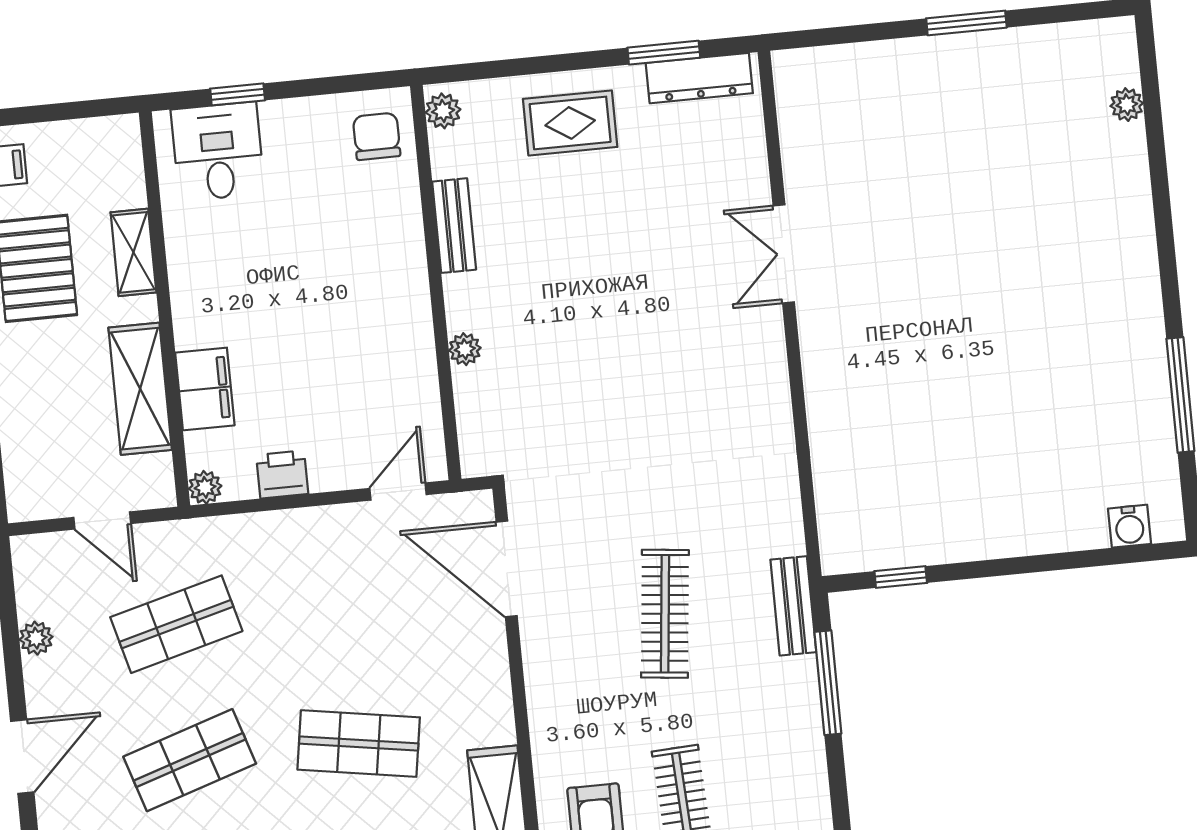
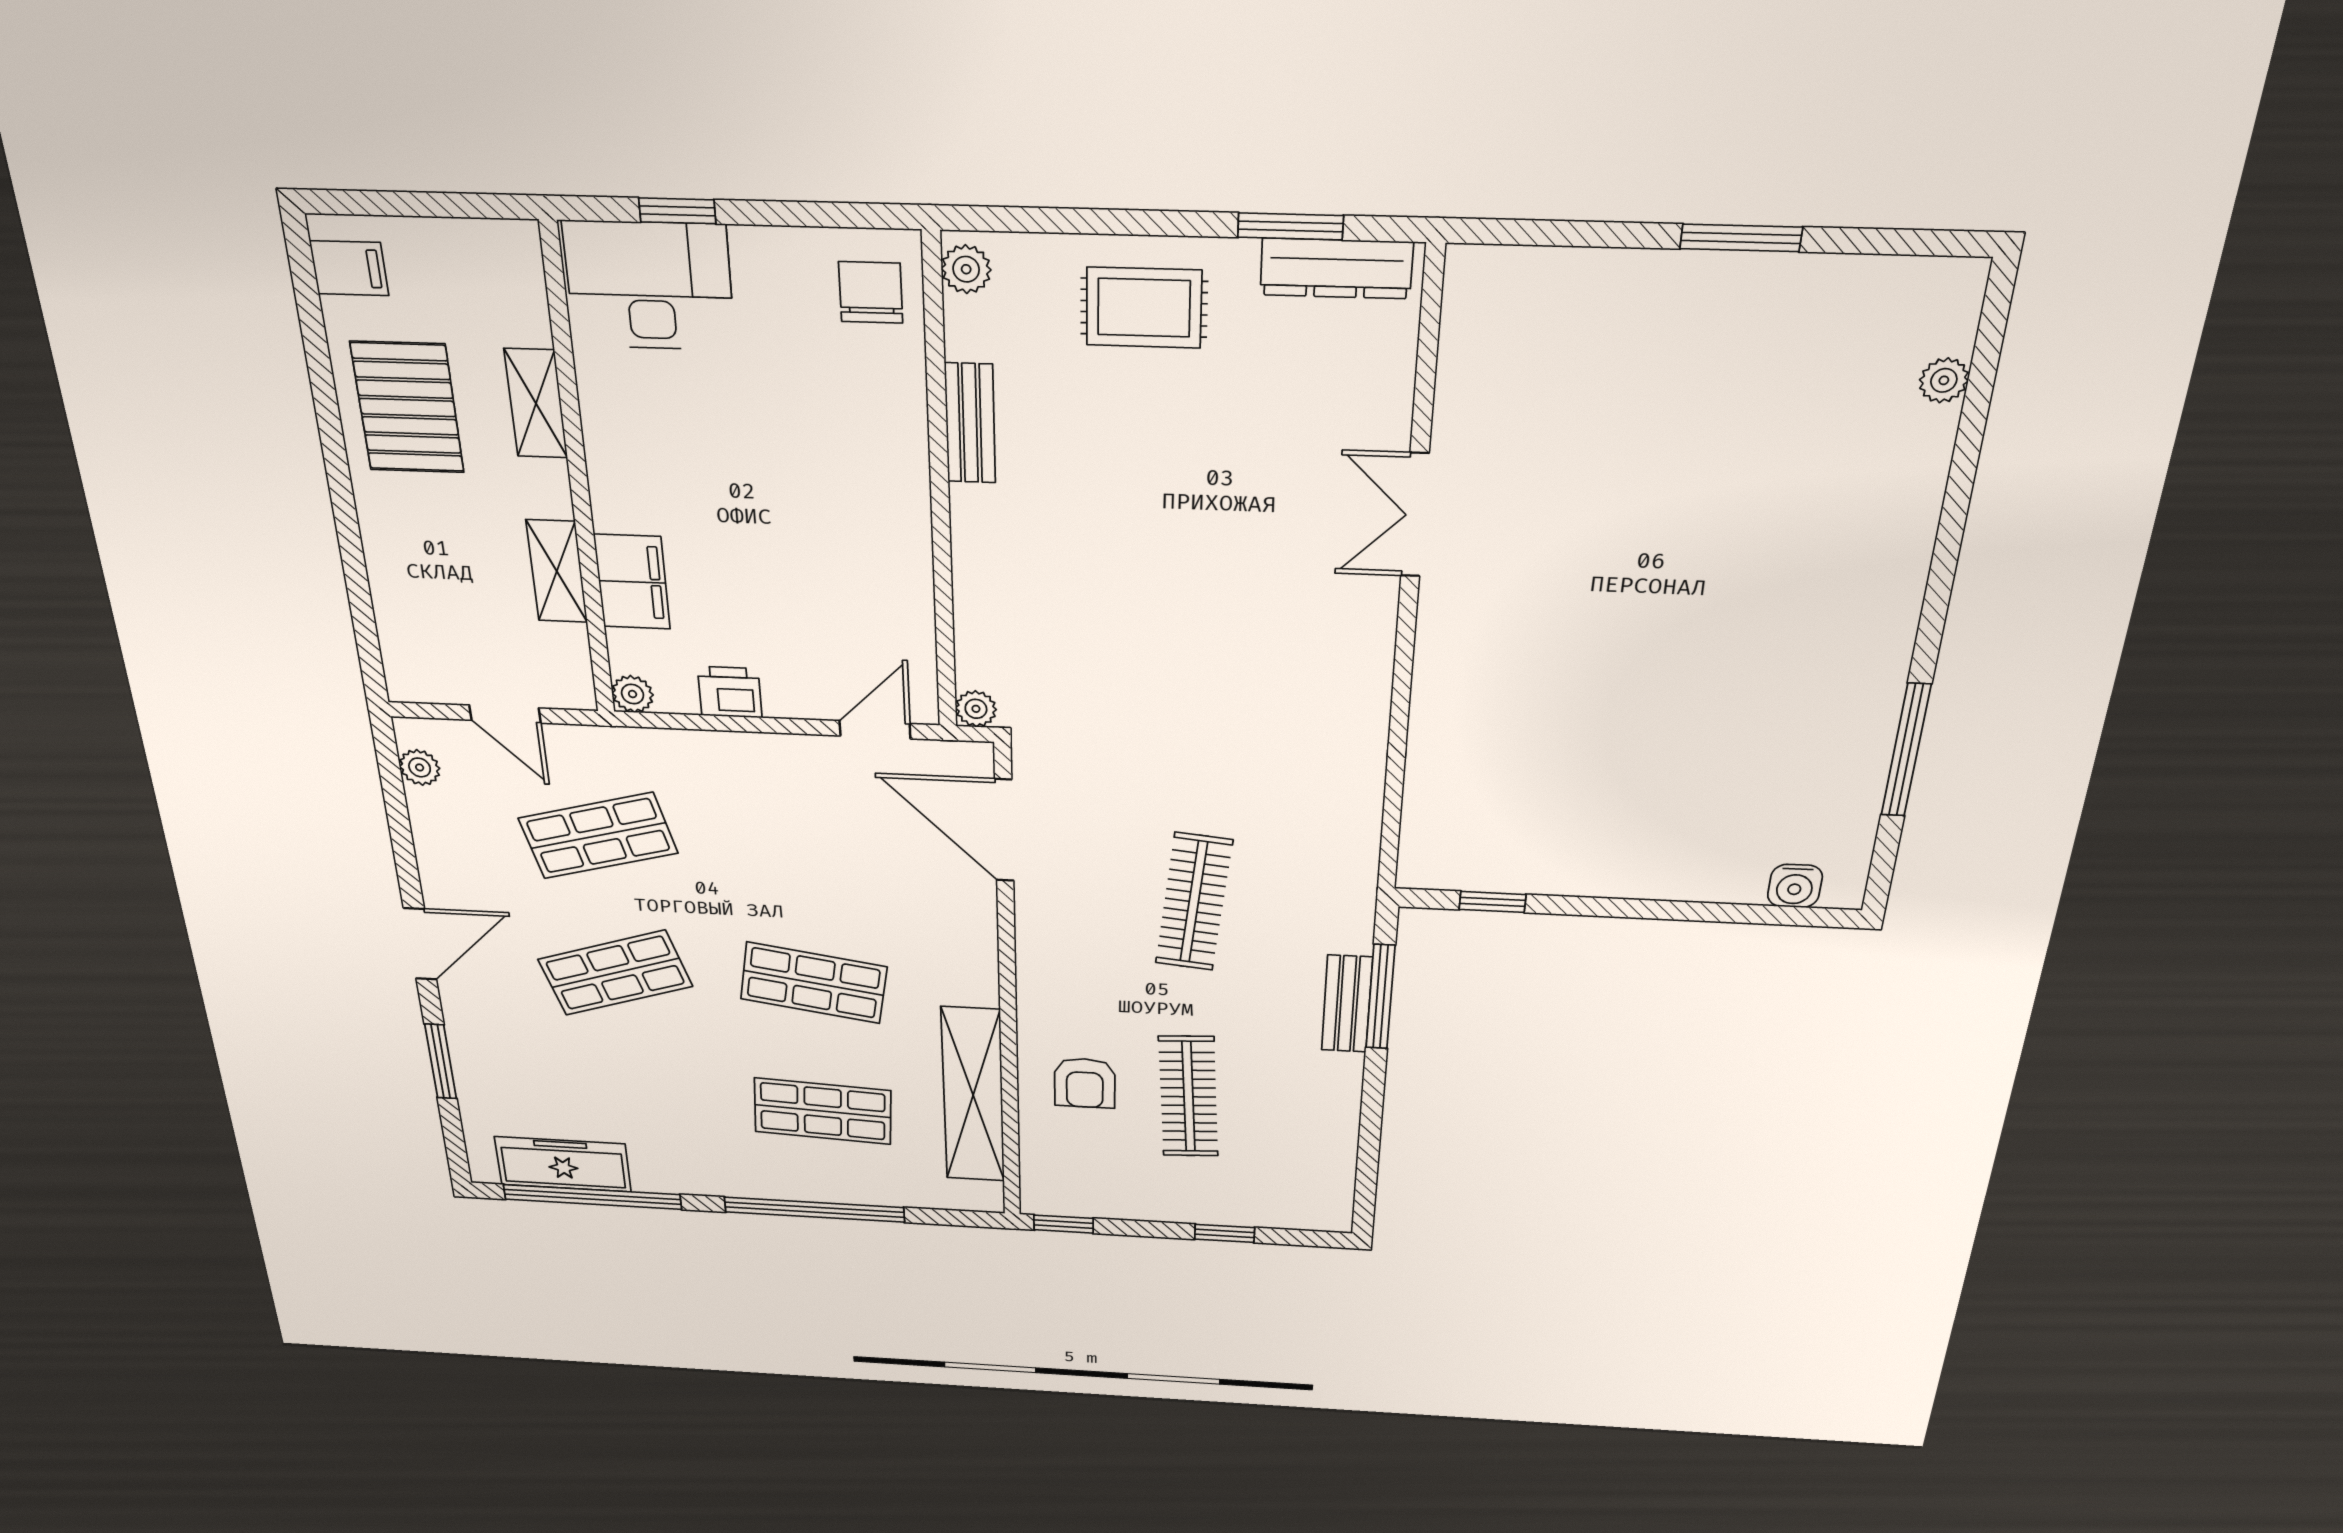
desk: (218, 151) -> (649, 286), width x1.37
plant: (465, 349) -> (976, 709), moved
shelving: (140, 389) -> (557, 571), width x0.67, depth x0.75
bench: (793, 606) -> (1347, 1004), moved
plant: (36, 638) -> (420, 767), moved

